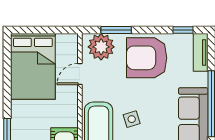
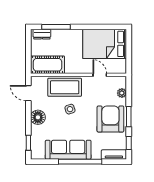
window: (116, 30) -> (129, 117), moved
plant: (101, 47) -> (122, 93), width x0.53, depth x0.53

